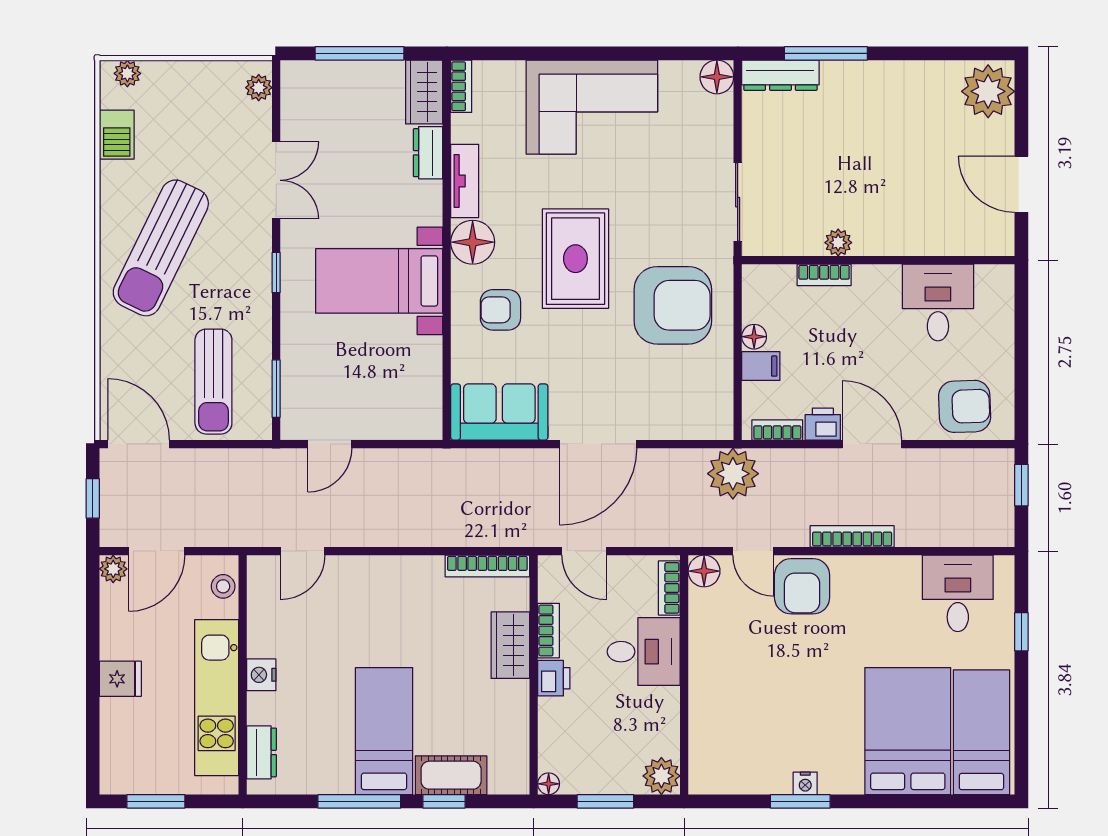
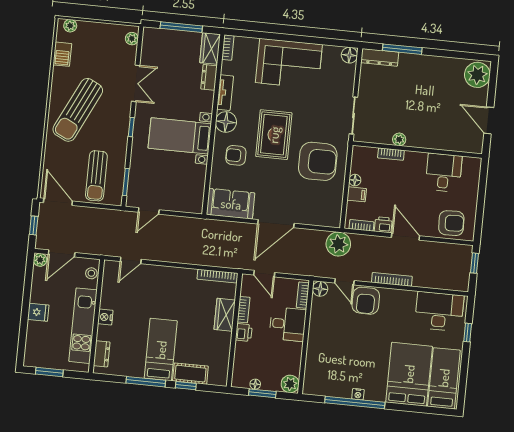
desk: (958, 593) -> (439, 311), width x1.37
floor lamp: (549, 784) -> (255, 384), moved
window: (800, 801) -> (355, 403), width x2.11

